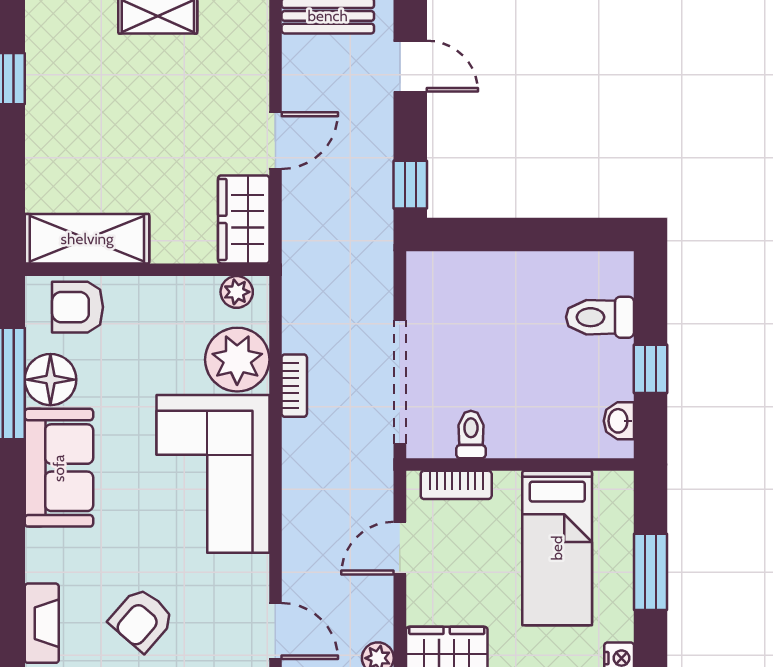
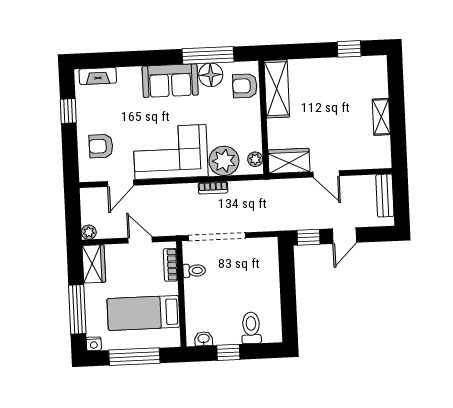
door: (410, 66) -> (344, 236), moved
armchair: (78, 307) -> (245, 86), turned -90
window: (651, 572) -> (134, 357), width x1.44
armchair: (142, 620) -> (101, 146), moved, turned -41
door: (275, 631) -> (120, 183), moved

